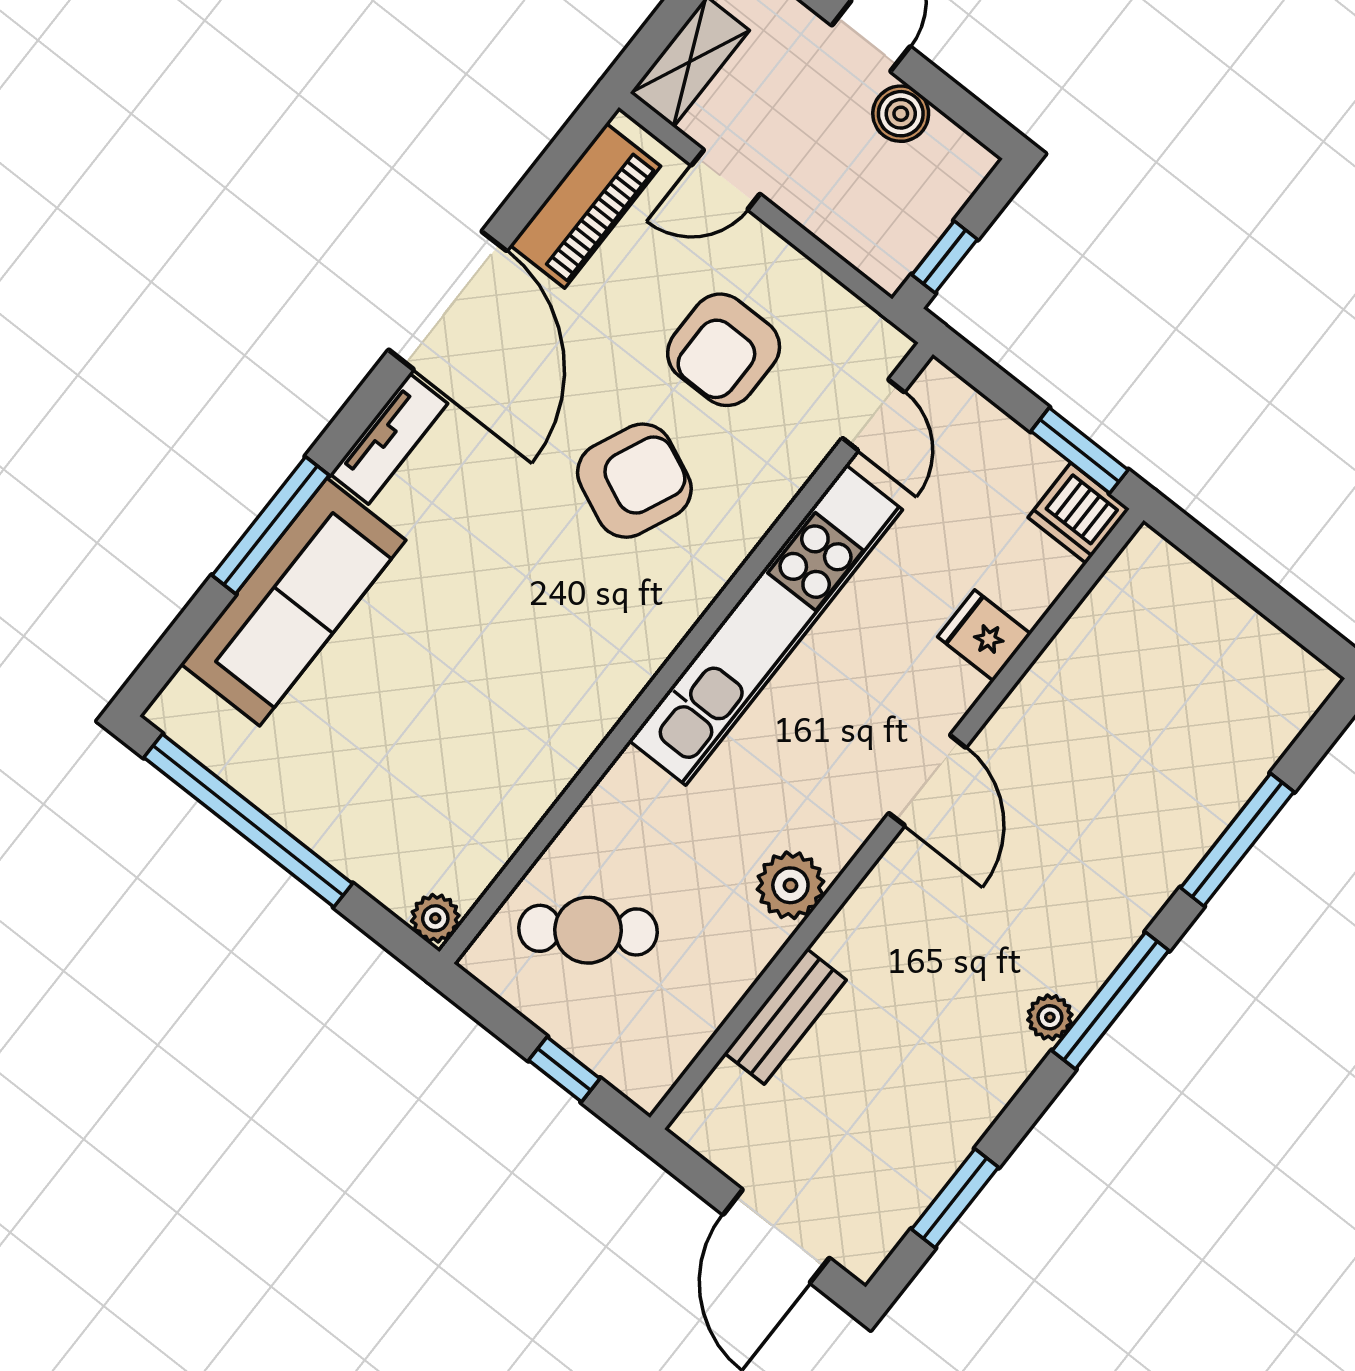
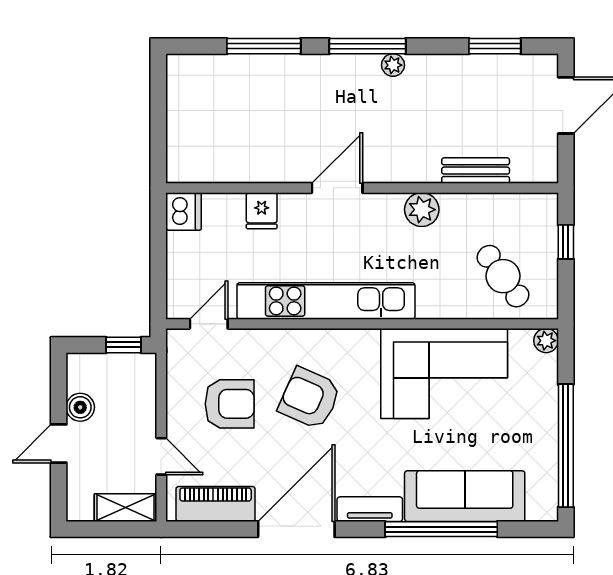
window: (1079, 450) -> (158, 231), removed
window: (271, 525) -> (441, 529), width x1.46
corner sofa: (509, 720) -> (444, 373), added

